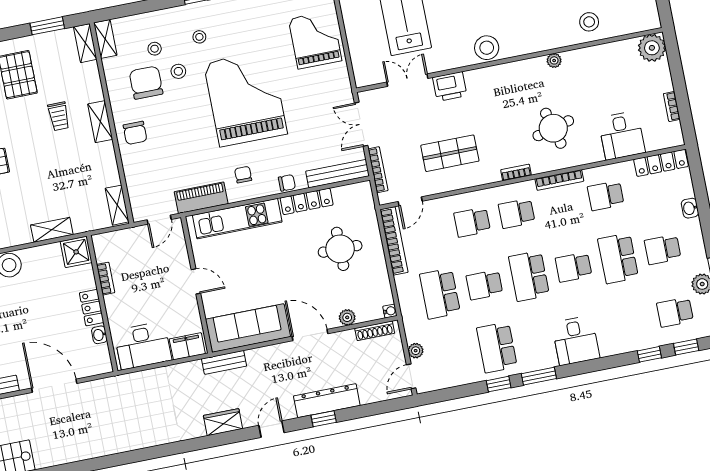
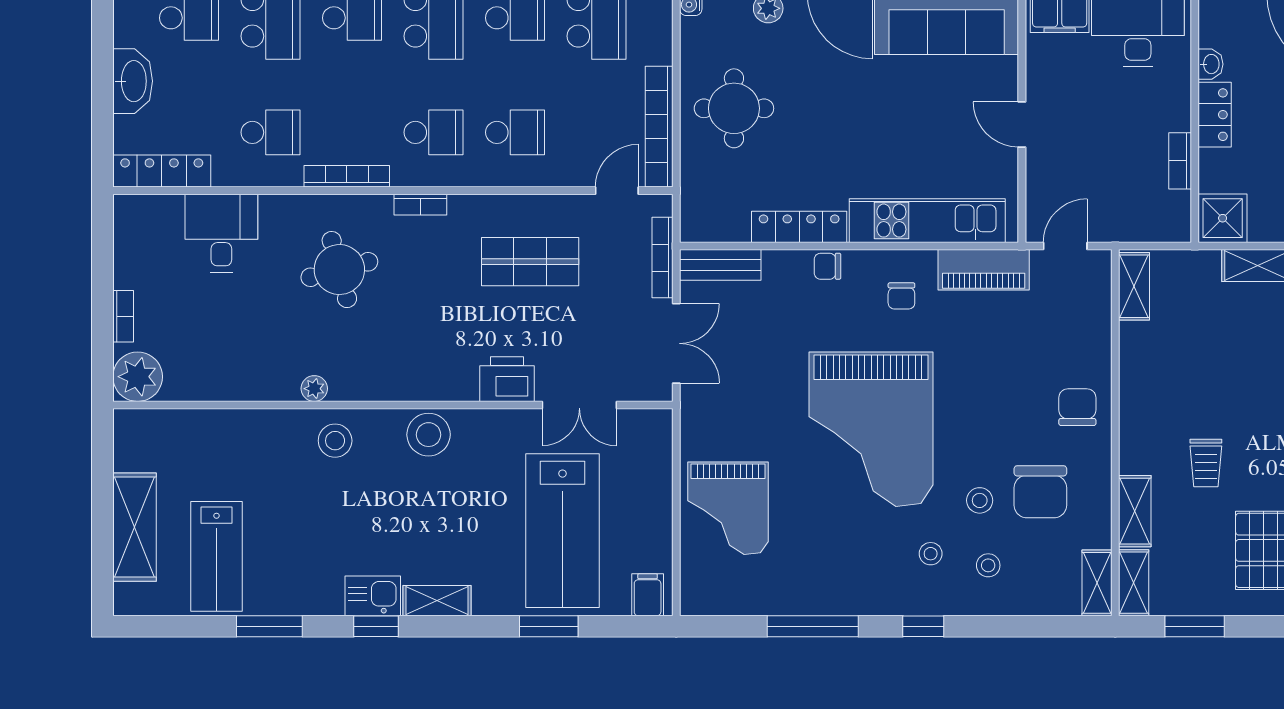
stool: (589, 22) -> (335, 441), moved
stool: (155, 49) -> (988, 565), moved
bookcase: (672, 106) -> (123, 316), moved
trolley: (59, 116) -> (1206, 463), turned 180
shelving: (100, 122) -> (1135, 511), moved
bench: (337, 174) -> (720, 265), width x0.73
washbasin: (690, 208) -> (133, 81), width x1.91, depth x1.45
round table: (340, 249) -> (734, 108), moved

